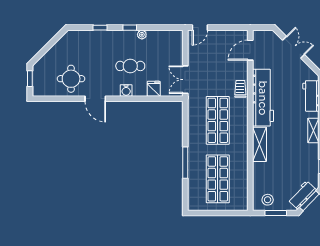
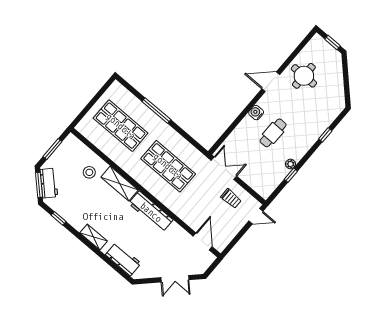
window: (130, 28) -> (291, 175), moved
door: (200, 28) -> (256, 216), swing flipped
fridge: (154, 89) -> (238, 136), removed
trolley: (240, 89) -> (231, 198), moved
workbench: (263, 98) -> (151, 212), width x0.73, depth x0.76
stool: (268, 200) -> (89, 172), moved

